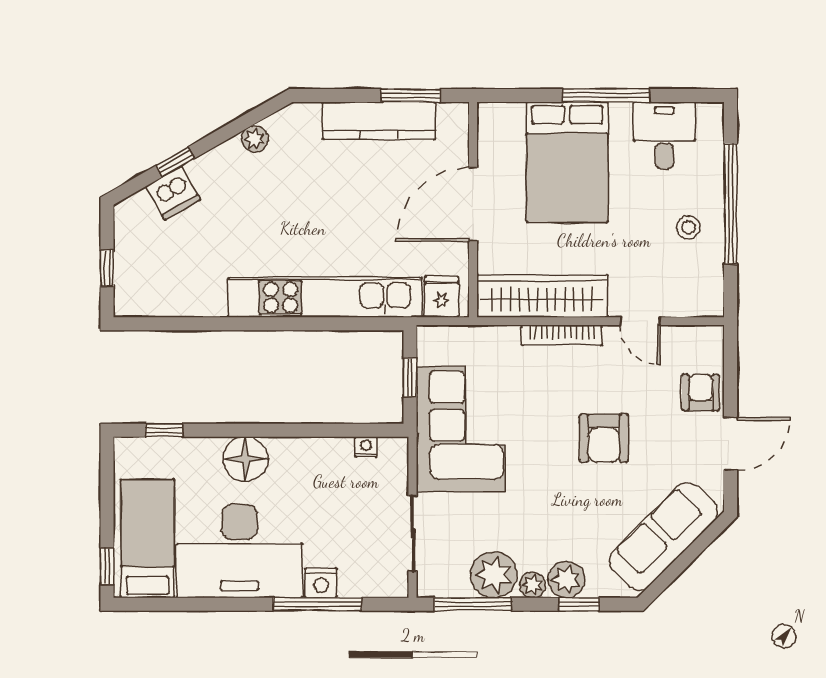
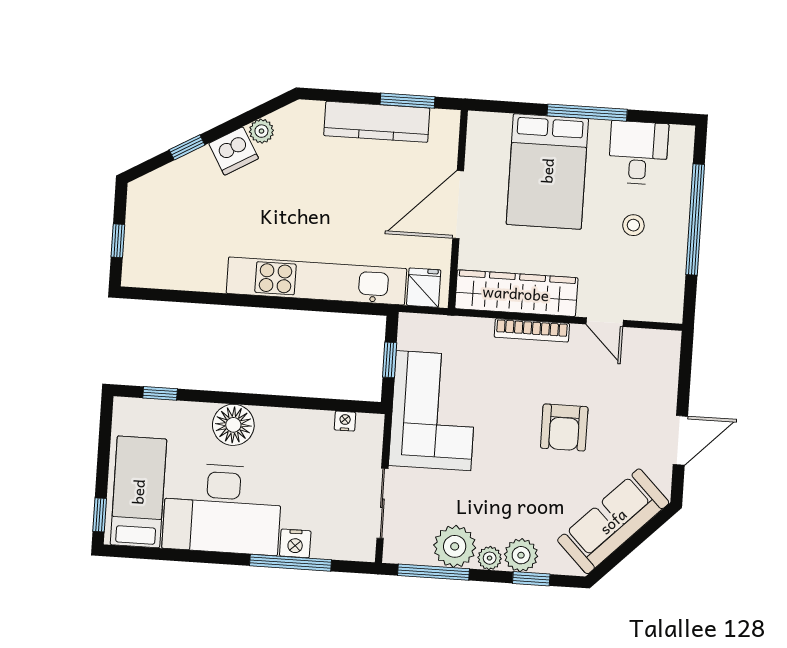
dishwasher: (173, 193) -> (234, 151), moved
stool: (688, 227) -> (633, 225), moved
armchair: (701, 392) -> (656, 391), removed

